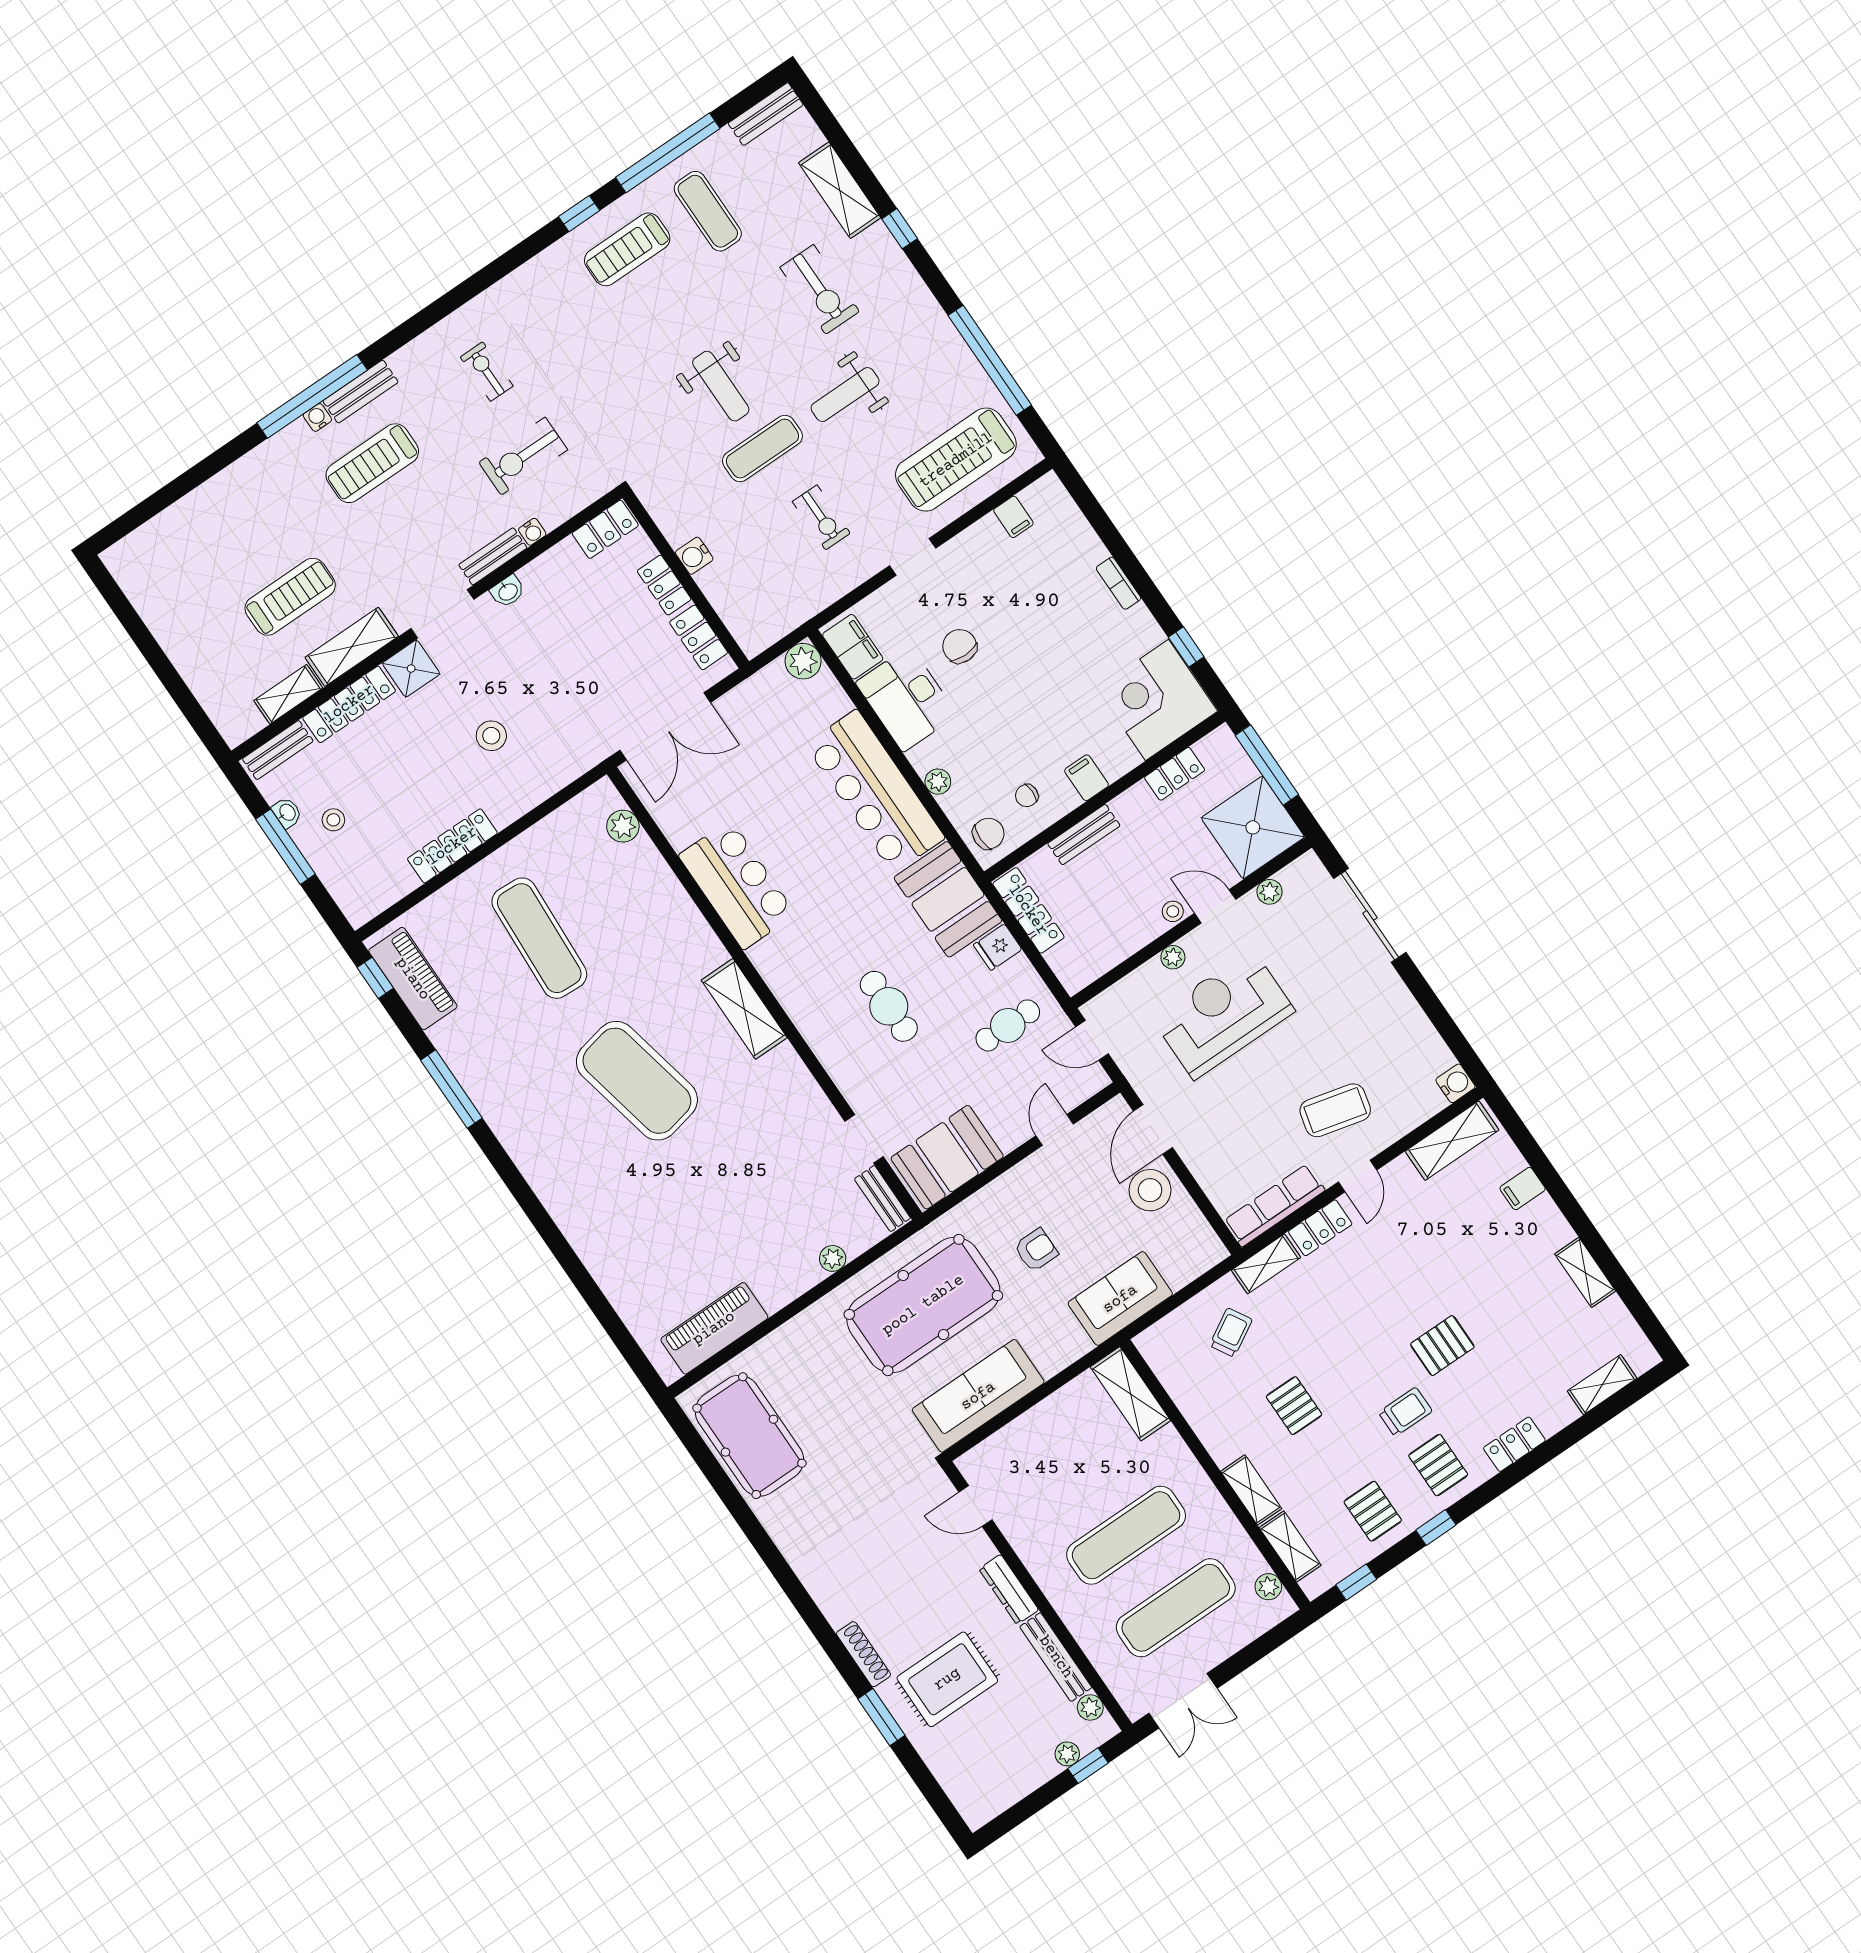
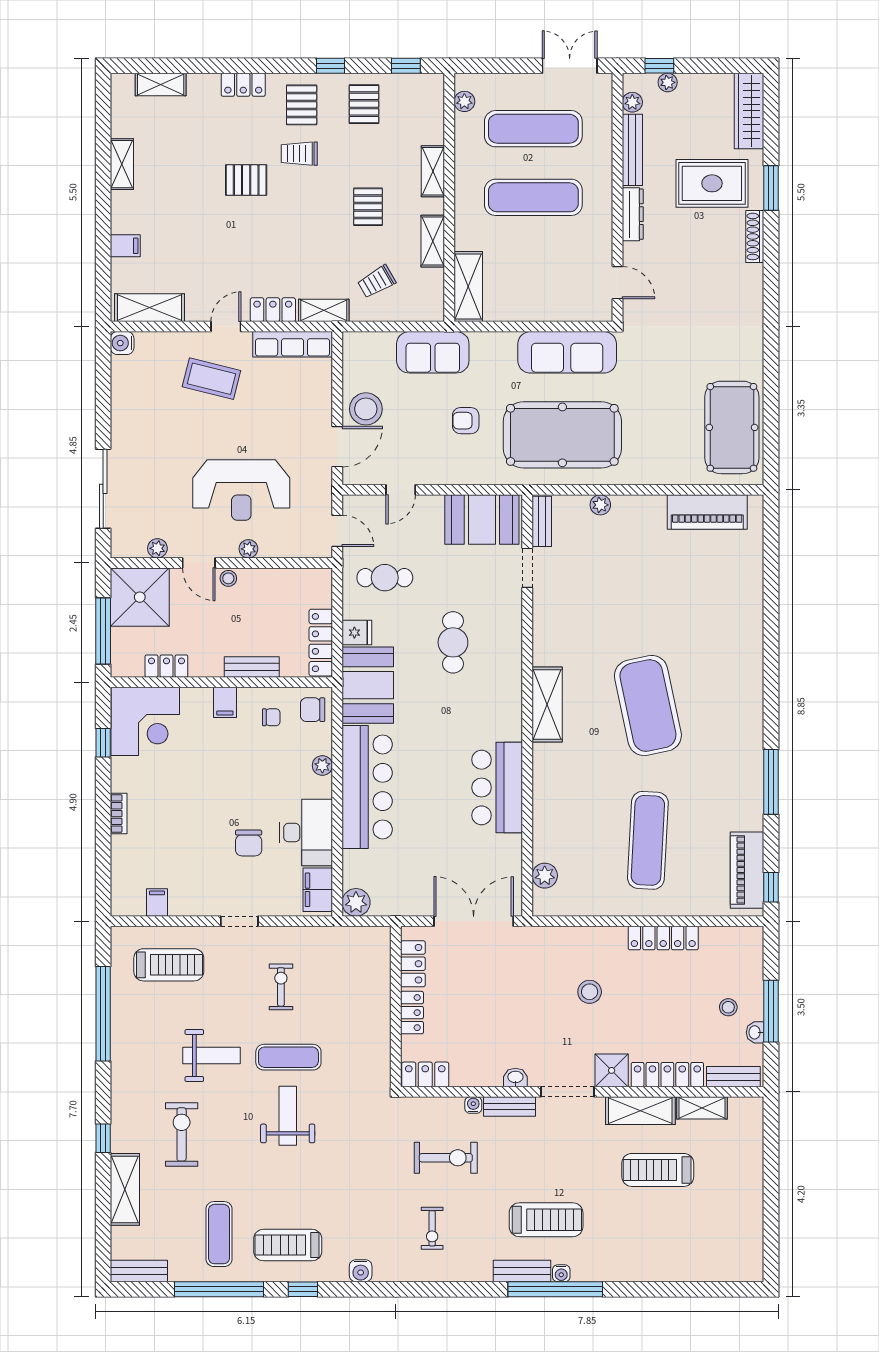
treadmill: (627, 249) -> (288, 1245), turned 180
treadmill: (956, 460) -> (169, 965), width x0.73, depth x0.73
water cooler: (694, 556) -> (361, 1271), moved, turned 90
shelving: (1290, 1546) -> (433, 241), moved
wardrobe: (961, 1783) -> (749, 111), added

